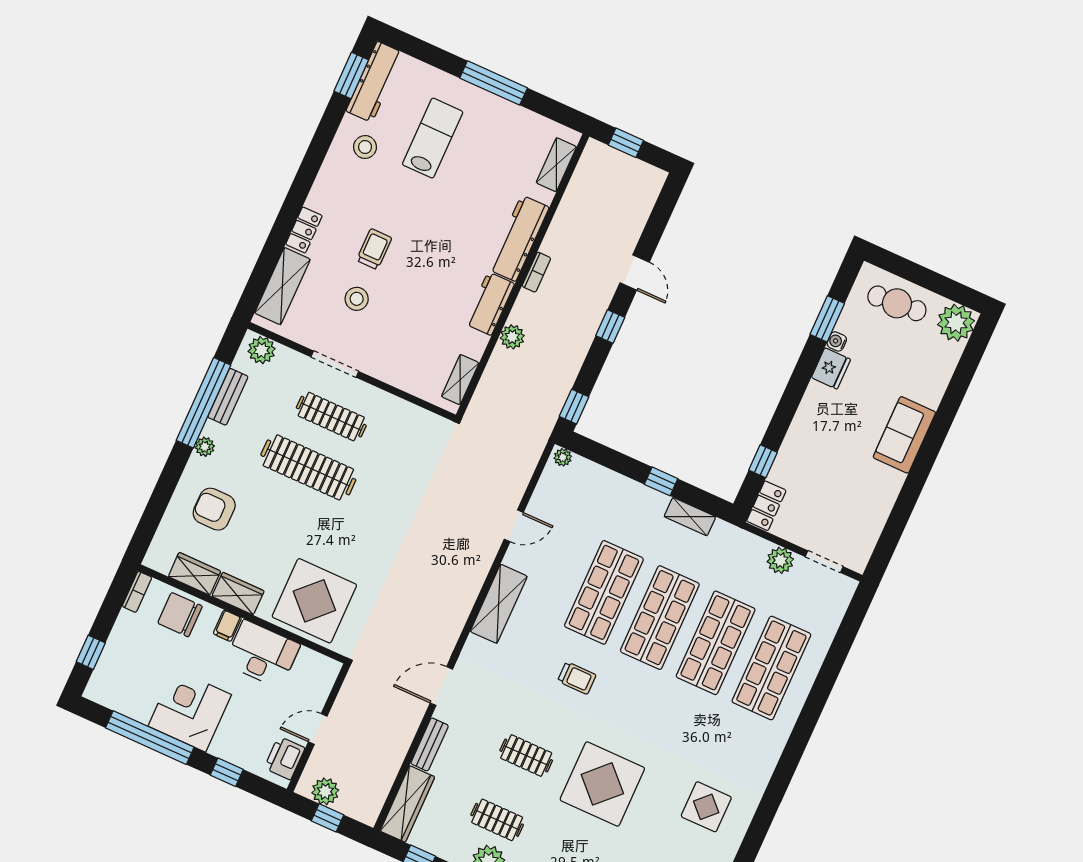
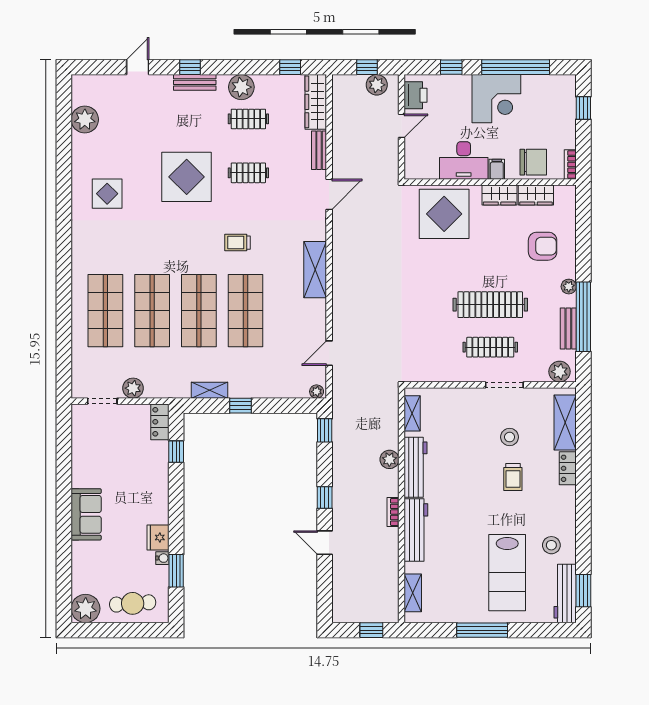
lab bench: (433, 138) -> (507, 573), width x1.36, depth x1.39
workbench: (490, 304) -> (416, 467), width x1.37
door: (514, 526) -> (329, 353), moved

